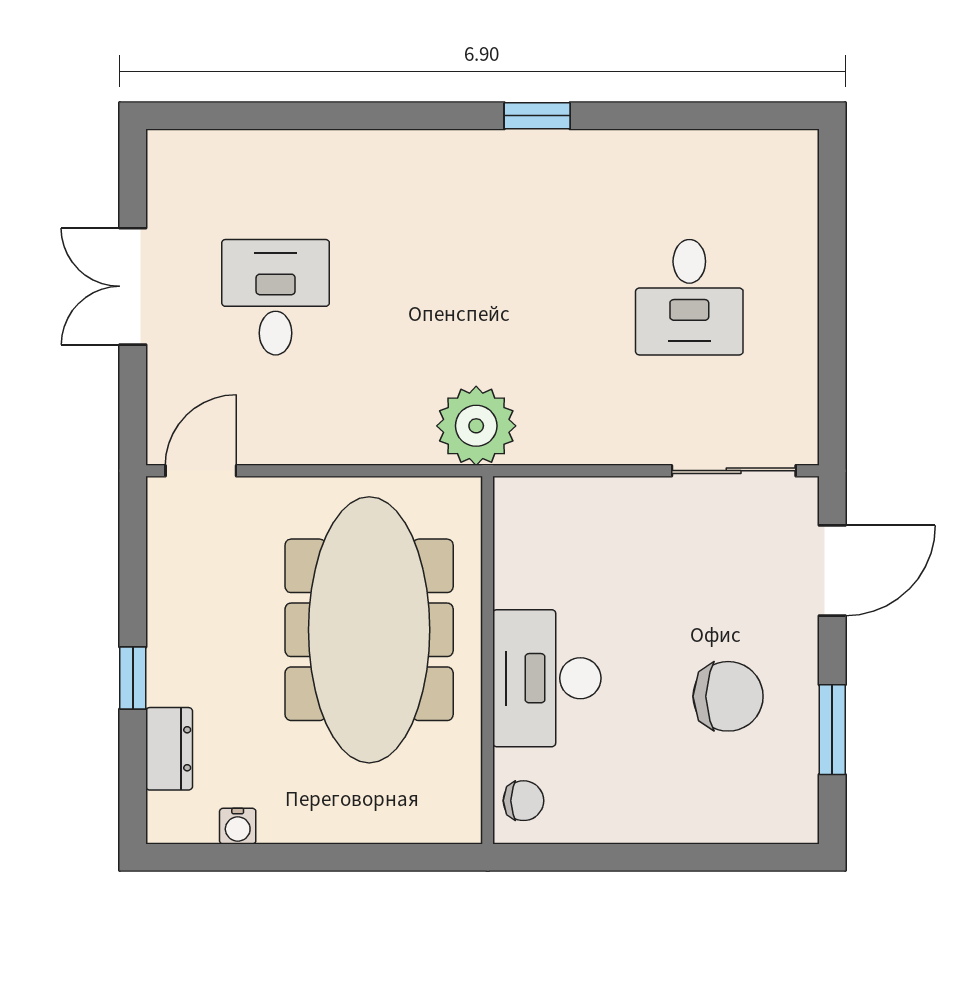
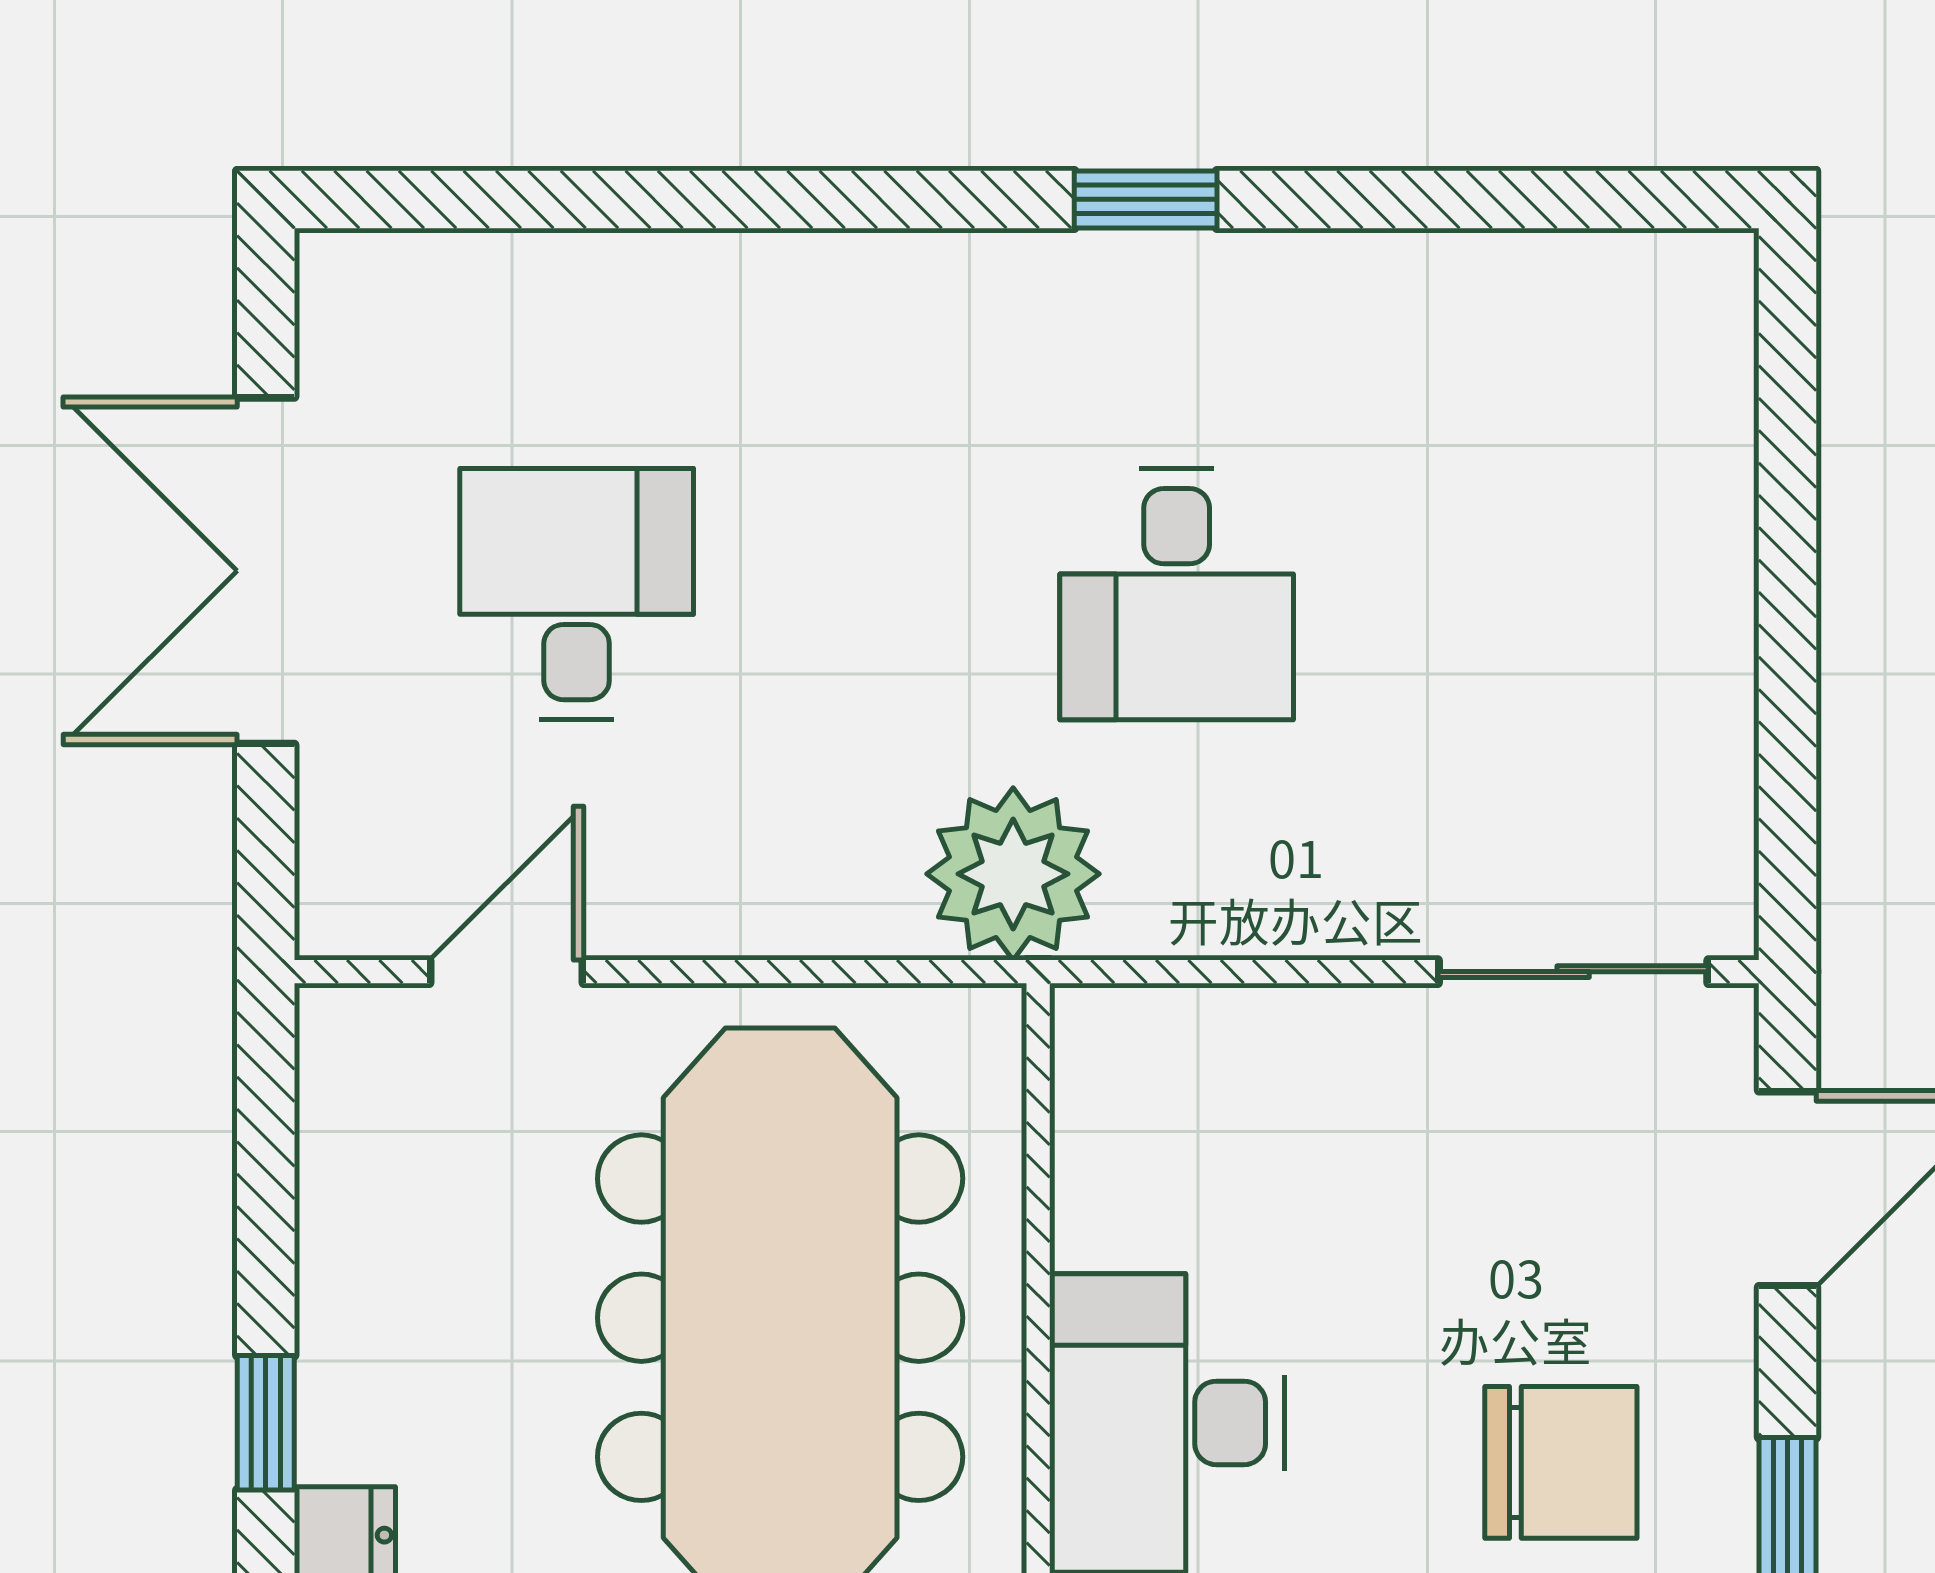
double door: (133, 286) -> (266, 571), width x1.37
desk: (689, 297) -> (1177, 594), moved
door: (201, 471) -> (507, 972), moved

